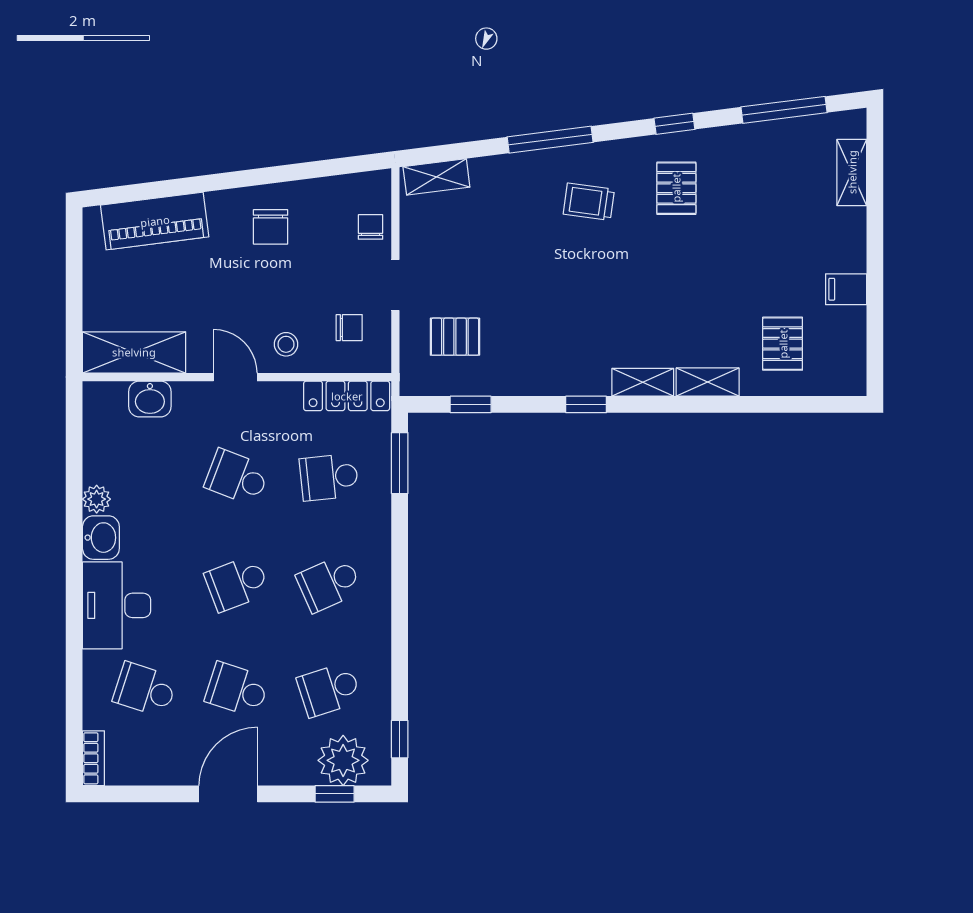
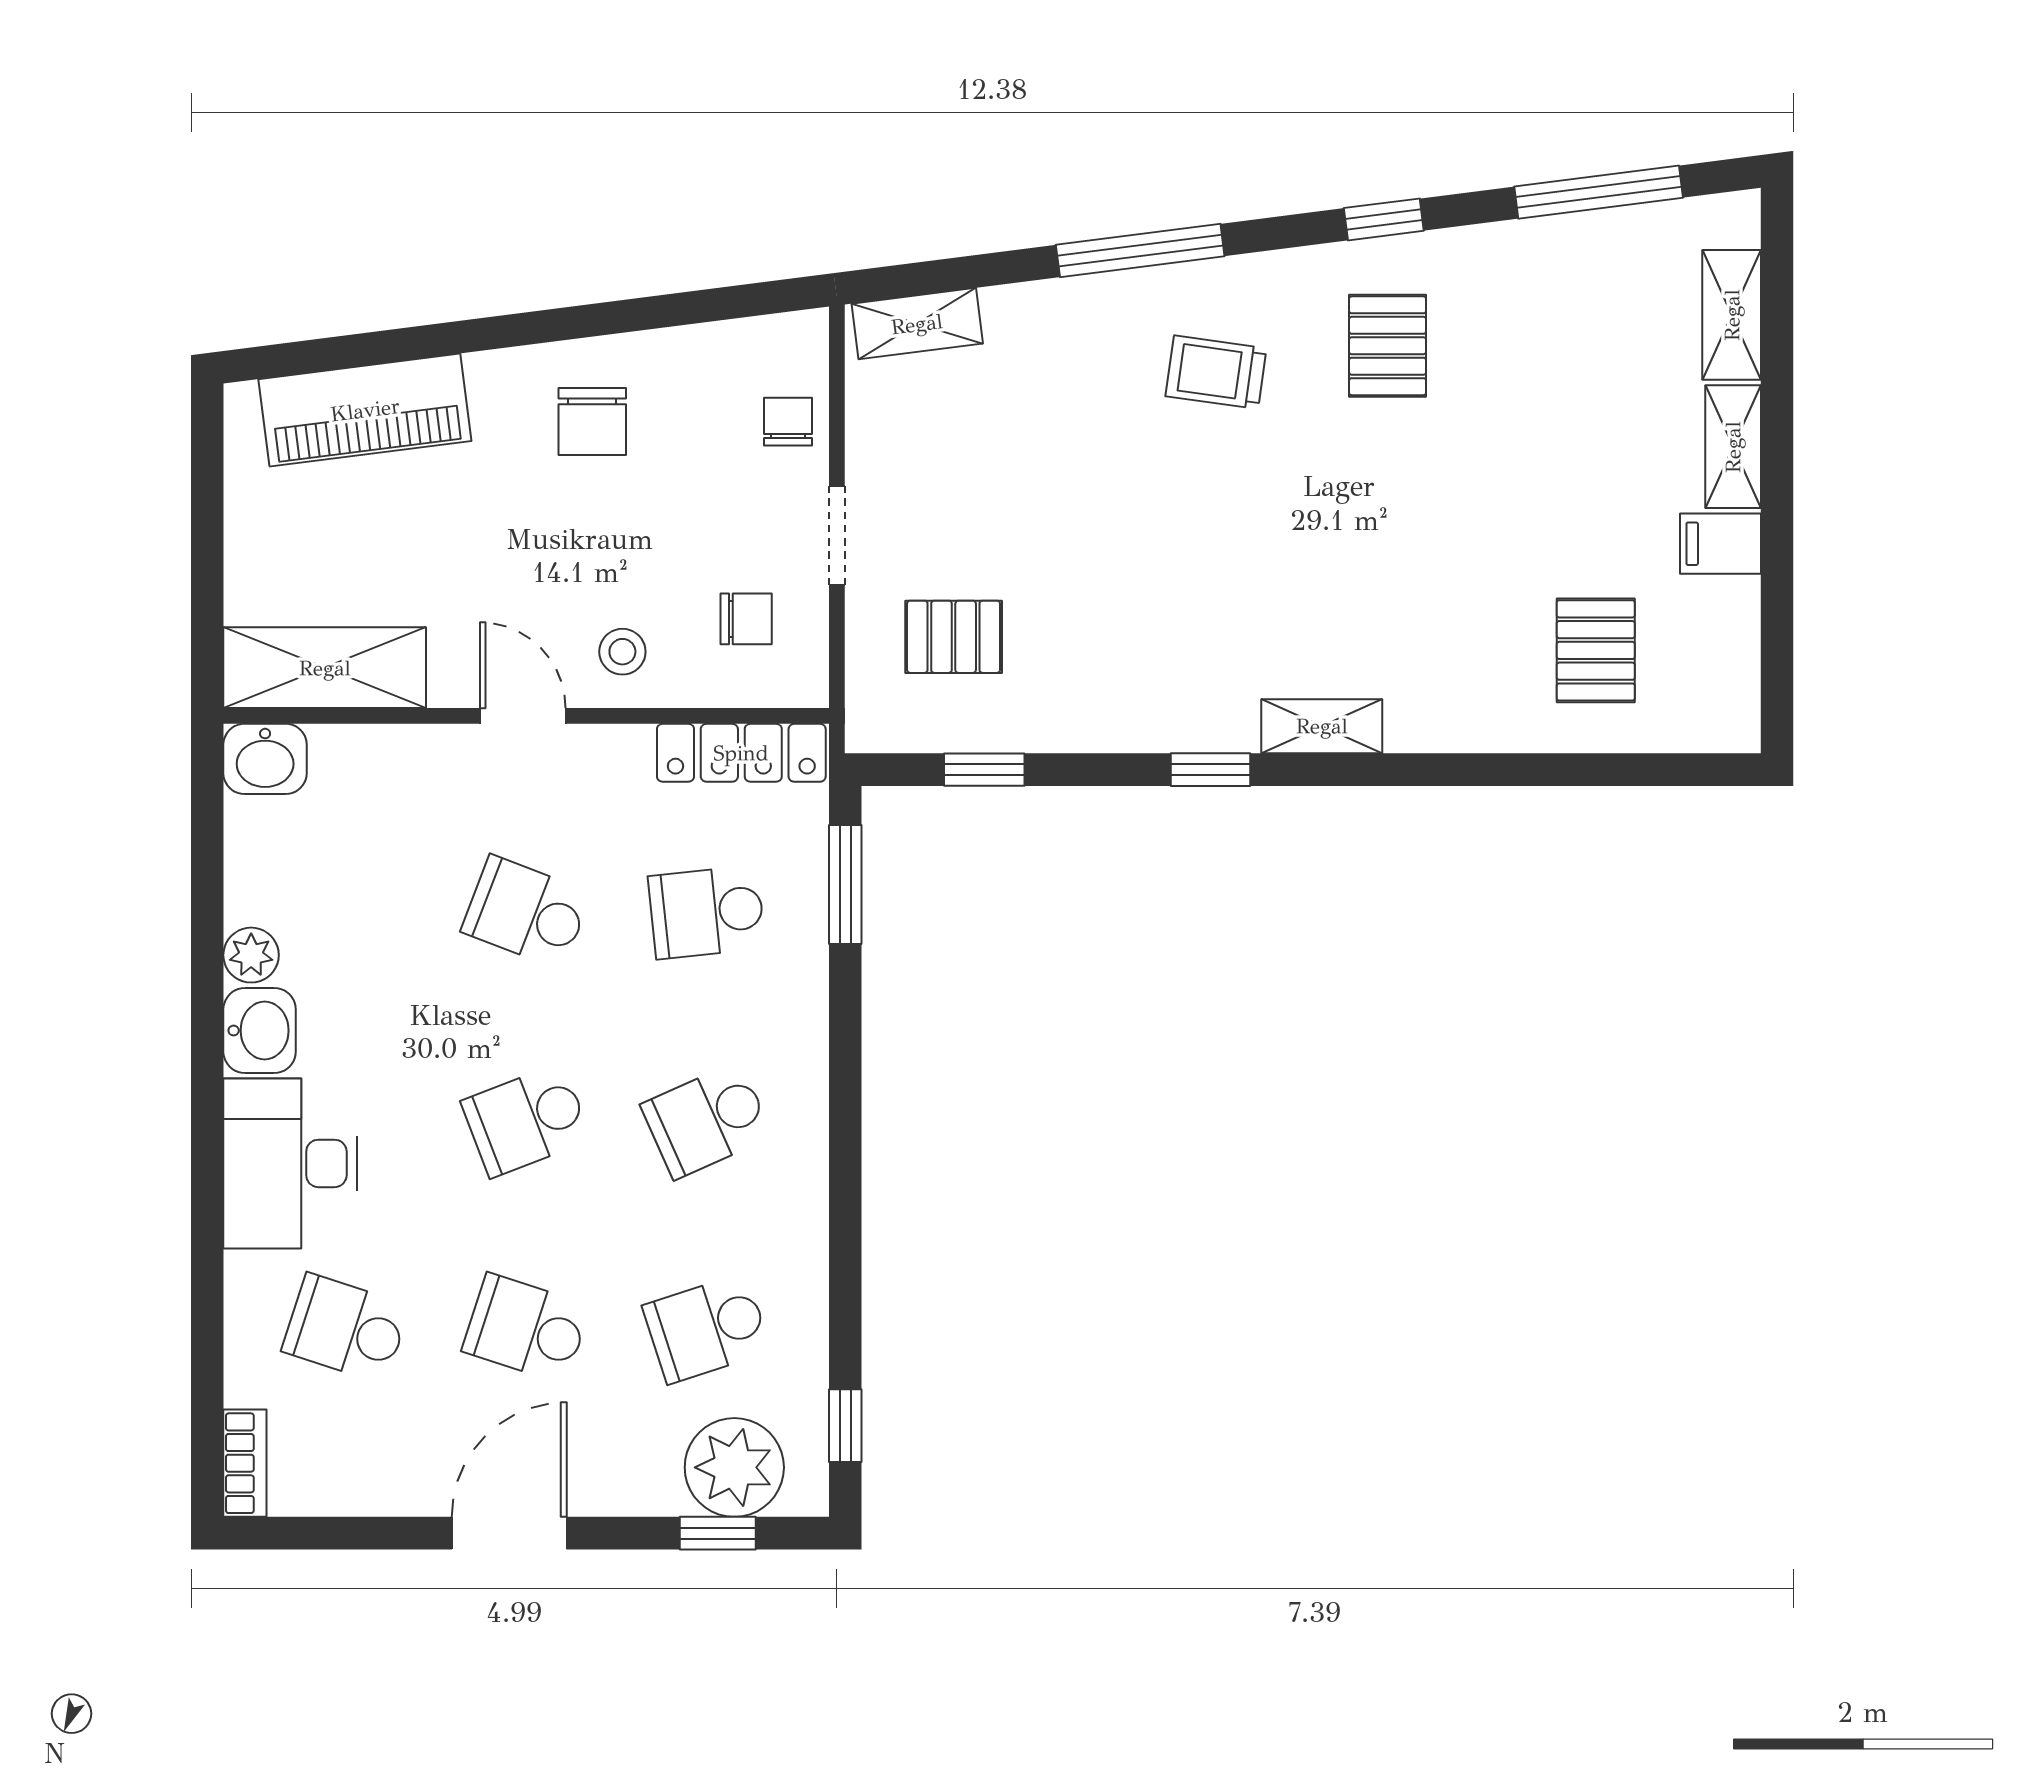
shelving: (708, 382) -> (1733, 447), moved, turned 90
washbasin: (150, 399) -> (265, 759), moved

